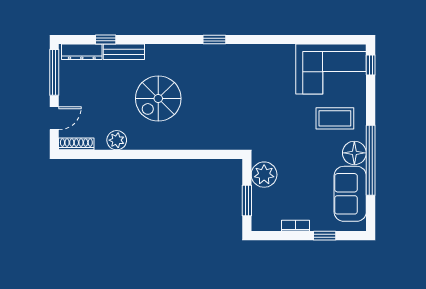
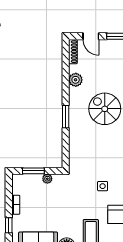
side table: (269, 102) -> (103, 186), added
window: (169, 154) -> (66, 117), added
plant: (264, 175) -> (47, 179), width x0.53, depth x0.53

